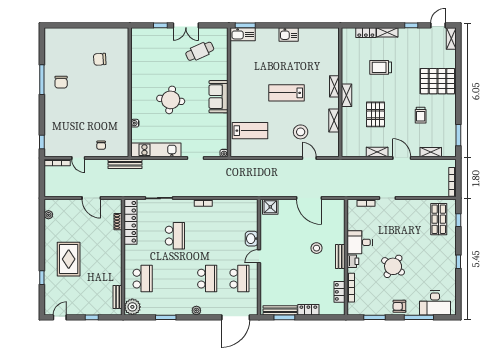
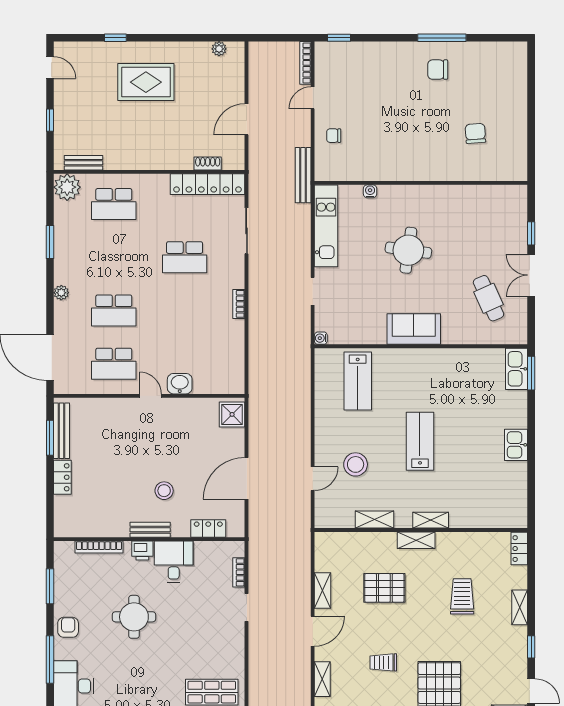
locker: (366, 33) -> (519, 549), moved
round table: (393, 266) -> (134, 617), turned -35
locker: (339, 292) -> (208, 529), moved

